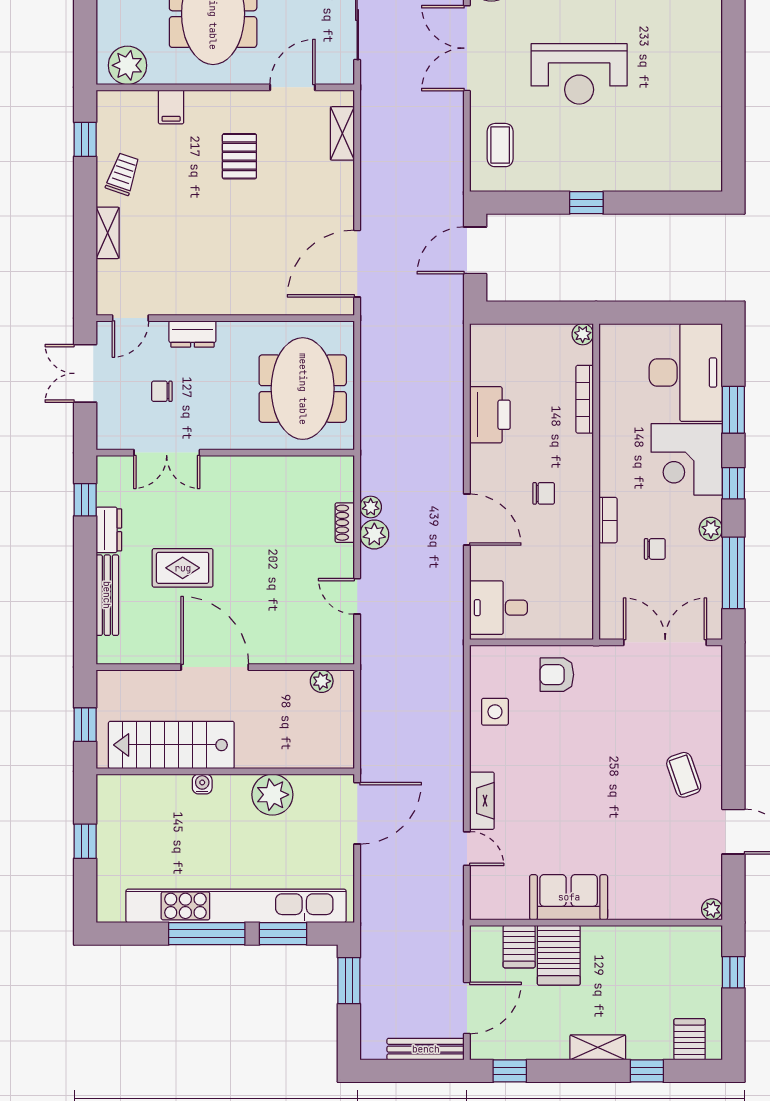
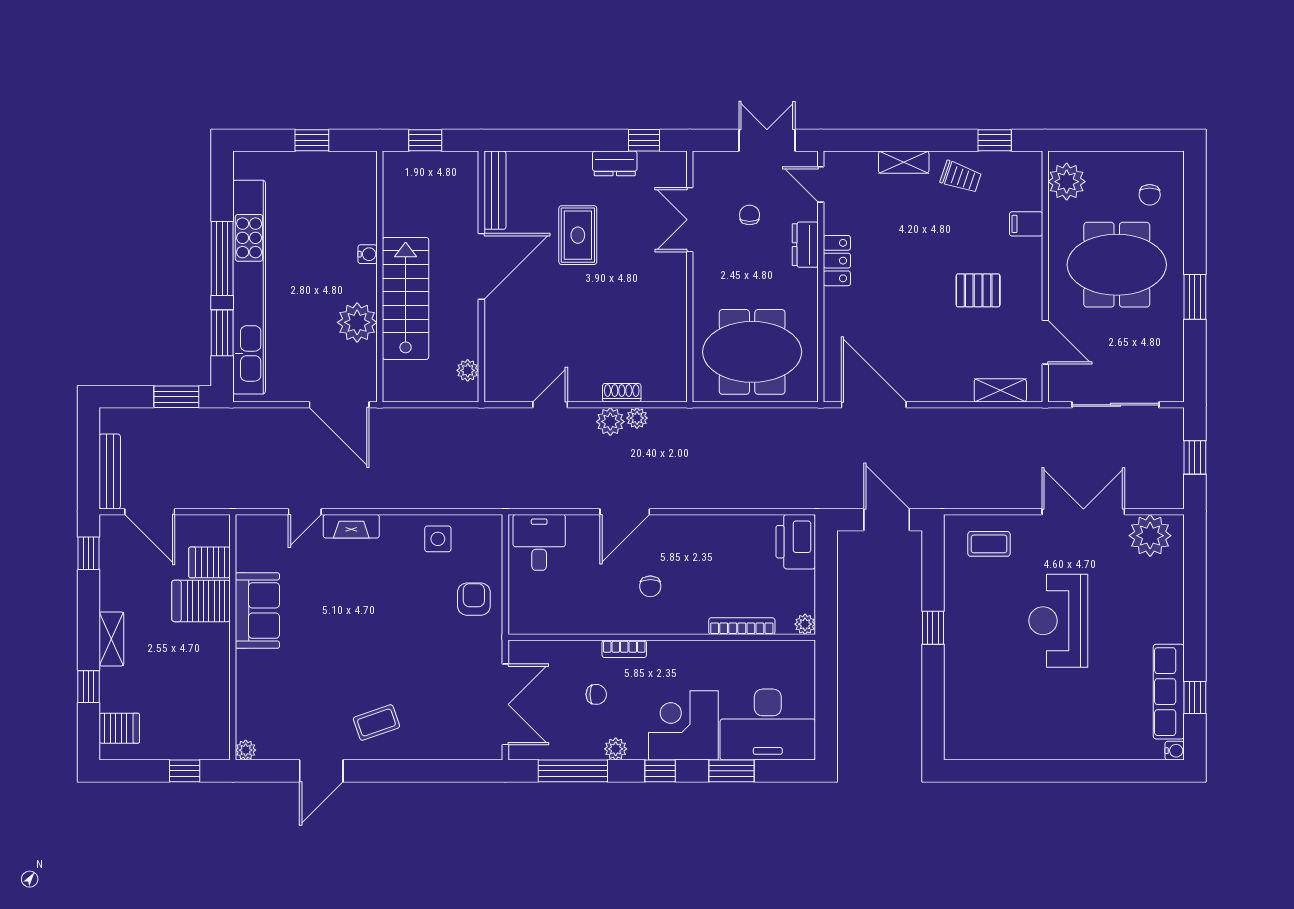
locker: (209, 302) -> (837, 261), added
printer: (490, 415) -> (796, 542), moved, turned 90
chair: (655, 549) -> (596, 694), turned -90
bench: (107, 595) -> (495, 190), moved, turned 90
stairs: (171, 745) -> (406, 298), moved

